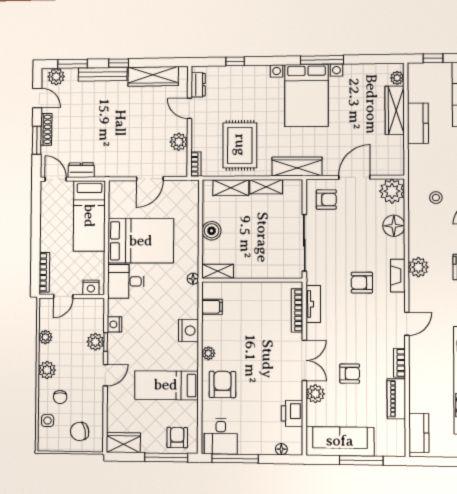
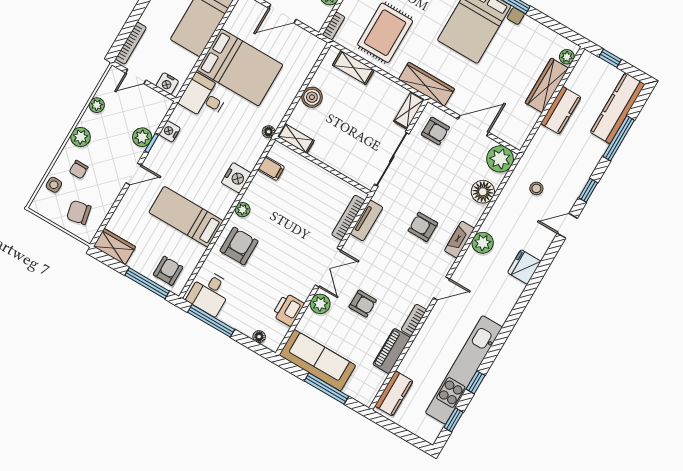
shelving: (266, 187) -> (409, 110), moved, turned 90

